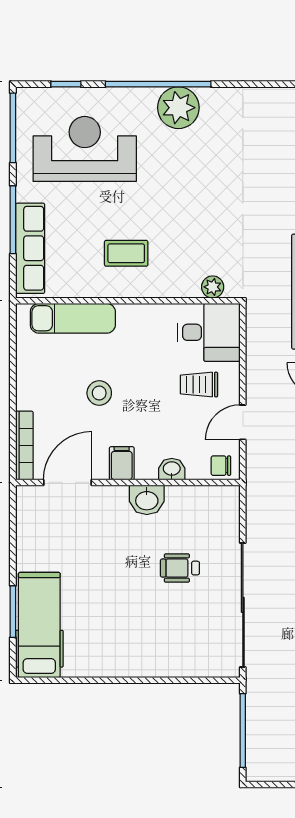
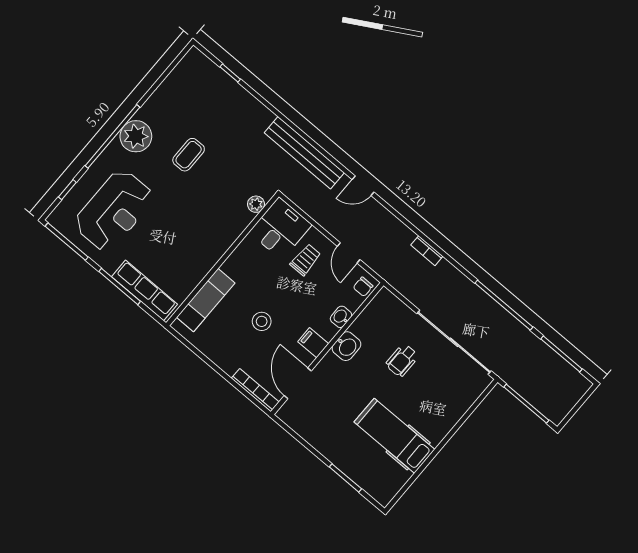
reception desk: (85, 149) -> (114, 210), turned 180
coffee table: (126, 253) -> (189, 155), moved
trolley: (199, 385) -> (306, 260), turned 180
hospital bed: (39, 625) -> (395, 436), moved

